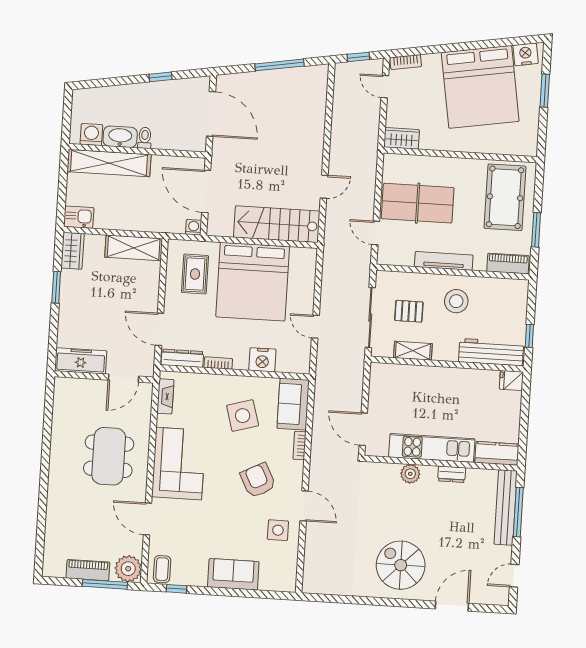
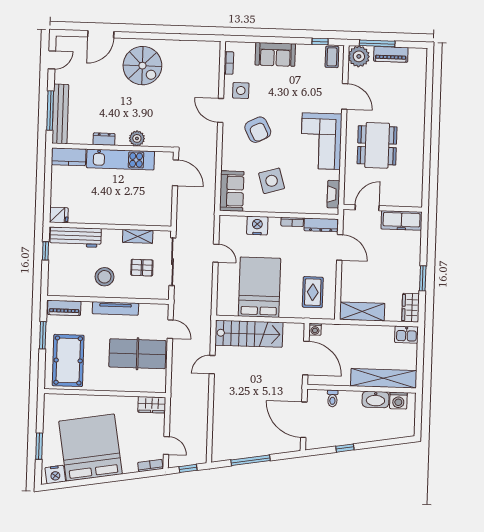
toilet: (145, 138) -> (333, 398), moved
bed: (253, 282) -> (259, 287), width x0.73
bookcase: (299, 446) -> (229, 63), moved

